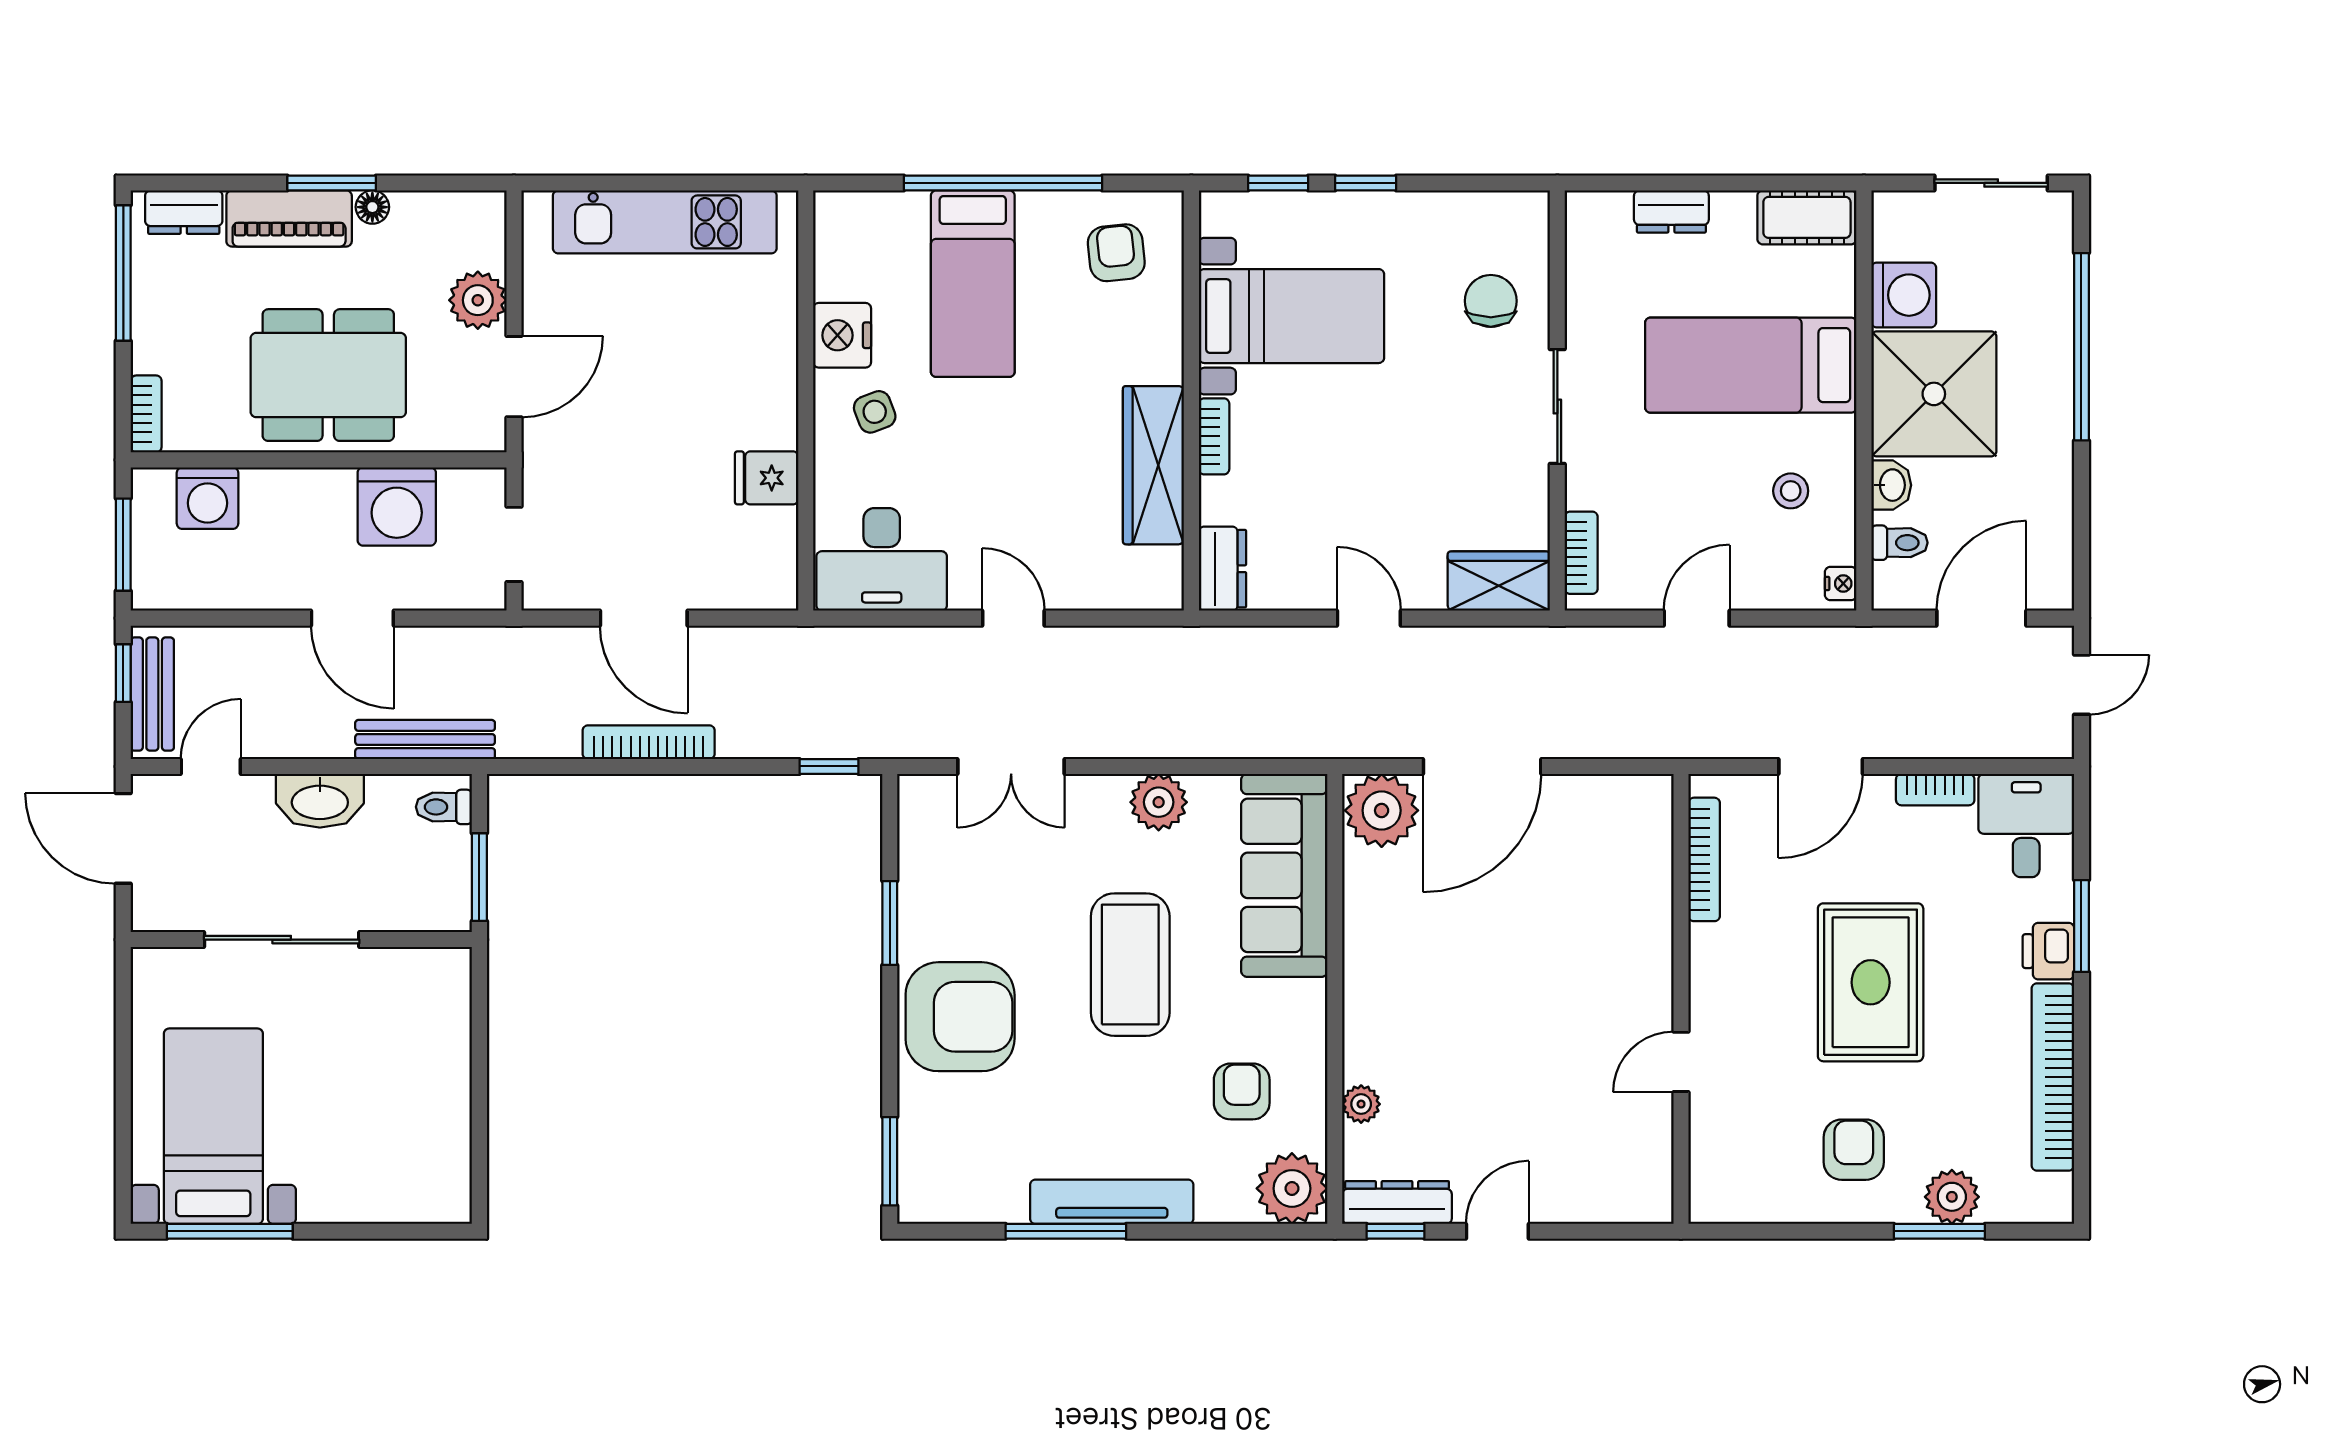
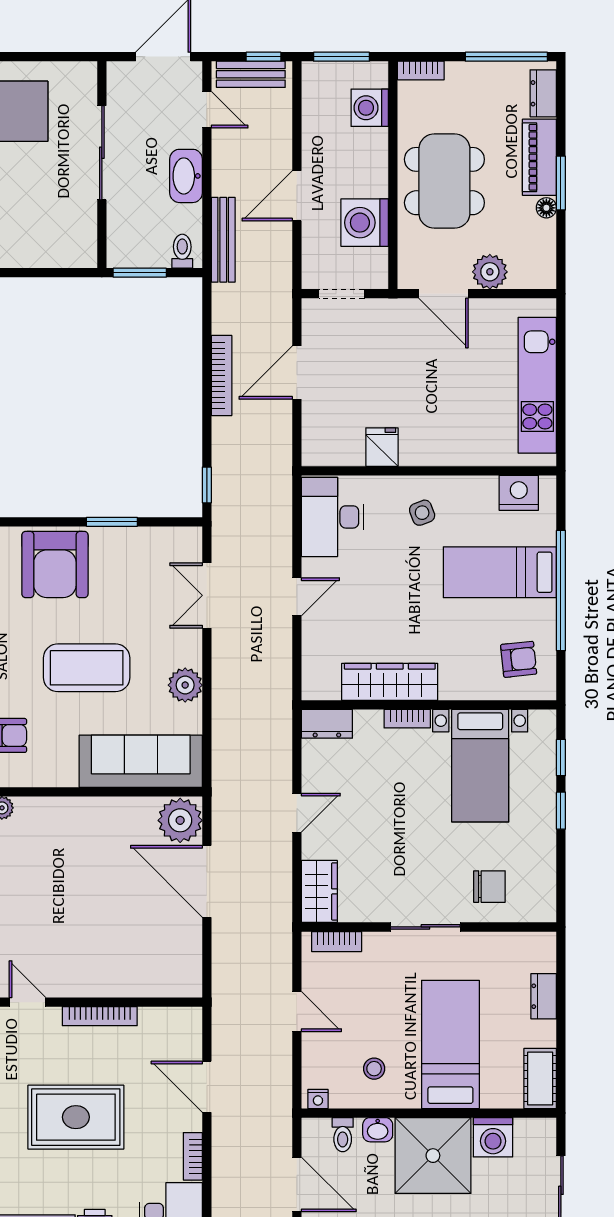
nightstand: (842, 335) -> (519, 493), moved
bookcase: (1704, 859) -> (100, 1016), moved

